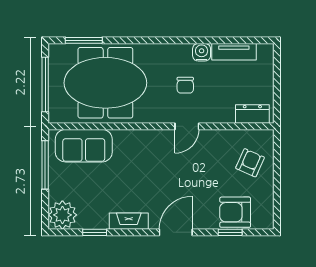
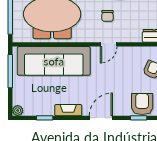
sofa: (84, 146) -> (54, 61), width x1.85, depth x1.27
armchair: (235, 212) -> (142, 104), turned 90
plant: (62, 215) -> (18, 111), width x0.53, depth x0.53

